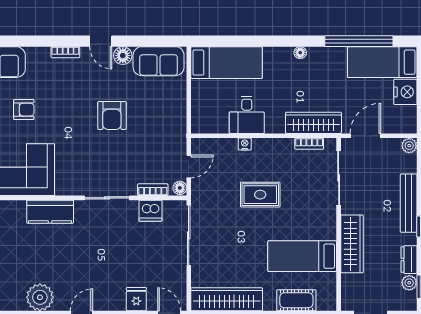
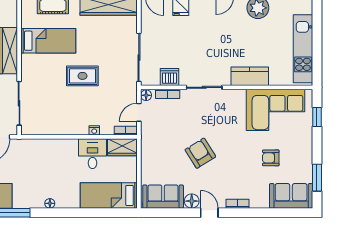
armchair: (112, 115) -> (200, 153), turned -32
wardrobe: (313, 123) -> (122, 147), moved, width x0.67
bookcase: (309, 144) -> (126, 131), moved
rug: (260, 195) -> (82, 76), moved

